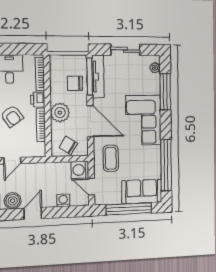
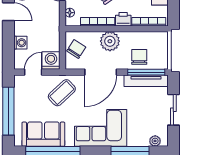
floor lamp: (32, 153) -> (70, 13), added
coffee table: (111, 158) -> (62, 93), turned -43
sofa: (142, 191) -> (43, 134), moved, turned -90

